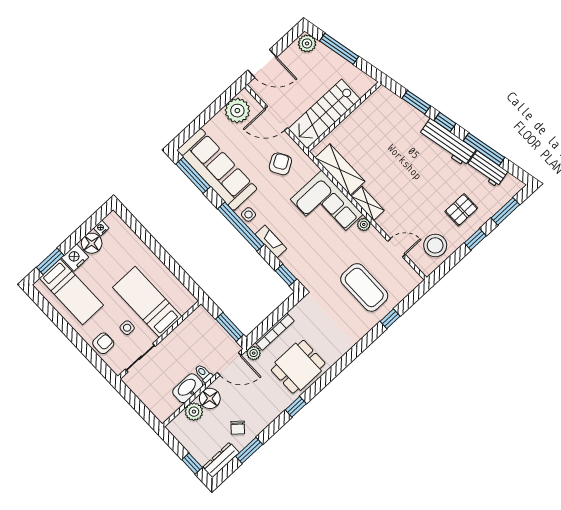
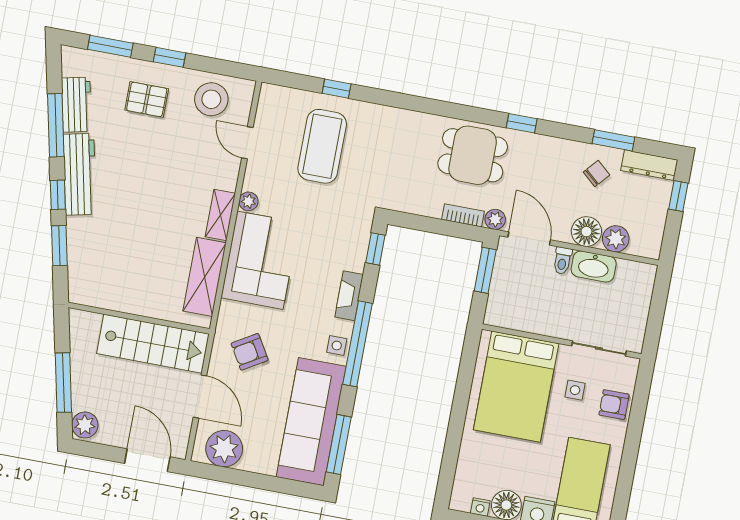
bed: (147, 302) -> (516, 387), width x1.50
bookcase: (275, 332) -> (463, 215), width x0.64

